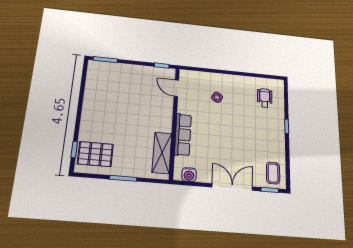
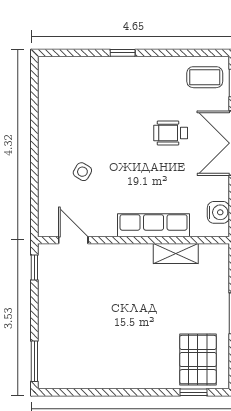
door: (176, 88) -> (73, 240), swing flipped
wheelchair: (265, 98) -> (171, 133), moved
shelving: (162, 153) -> (176, 253), width x0.67, depth x0.75

